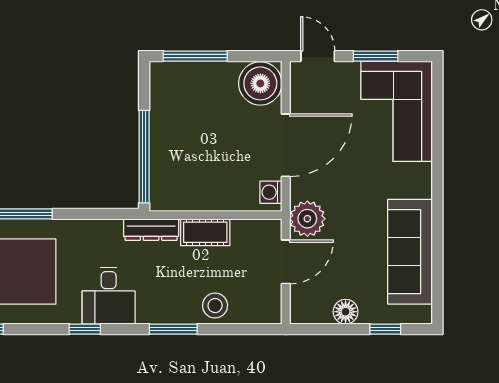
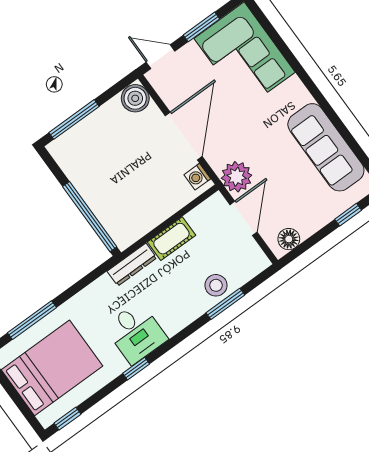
boiler: (260, 83) -> (135, 98), width x0.73, depth x0.73
floor lamp: (346, 312) -> (289, 239), moved
window: (173, 329) -> (225, 304), moved

